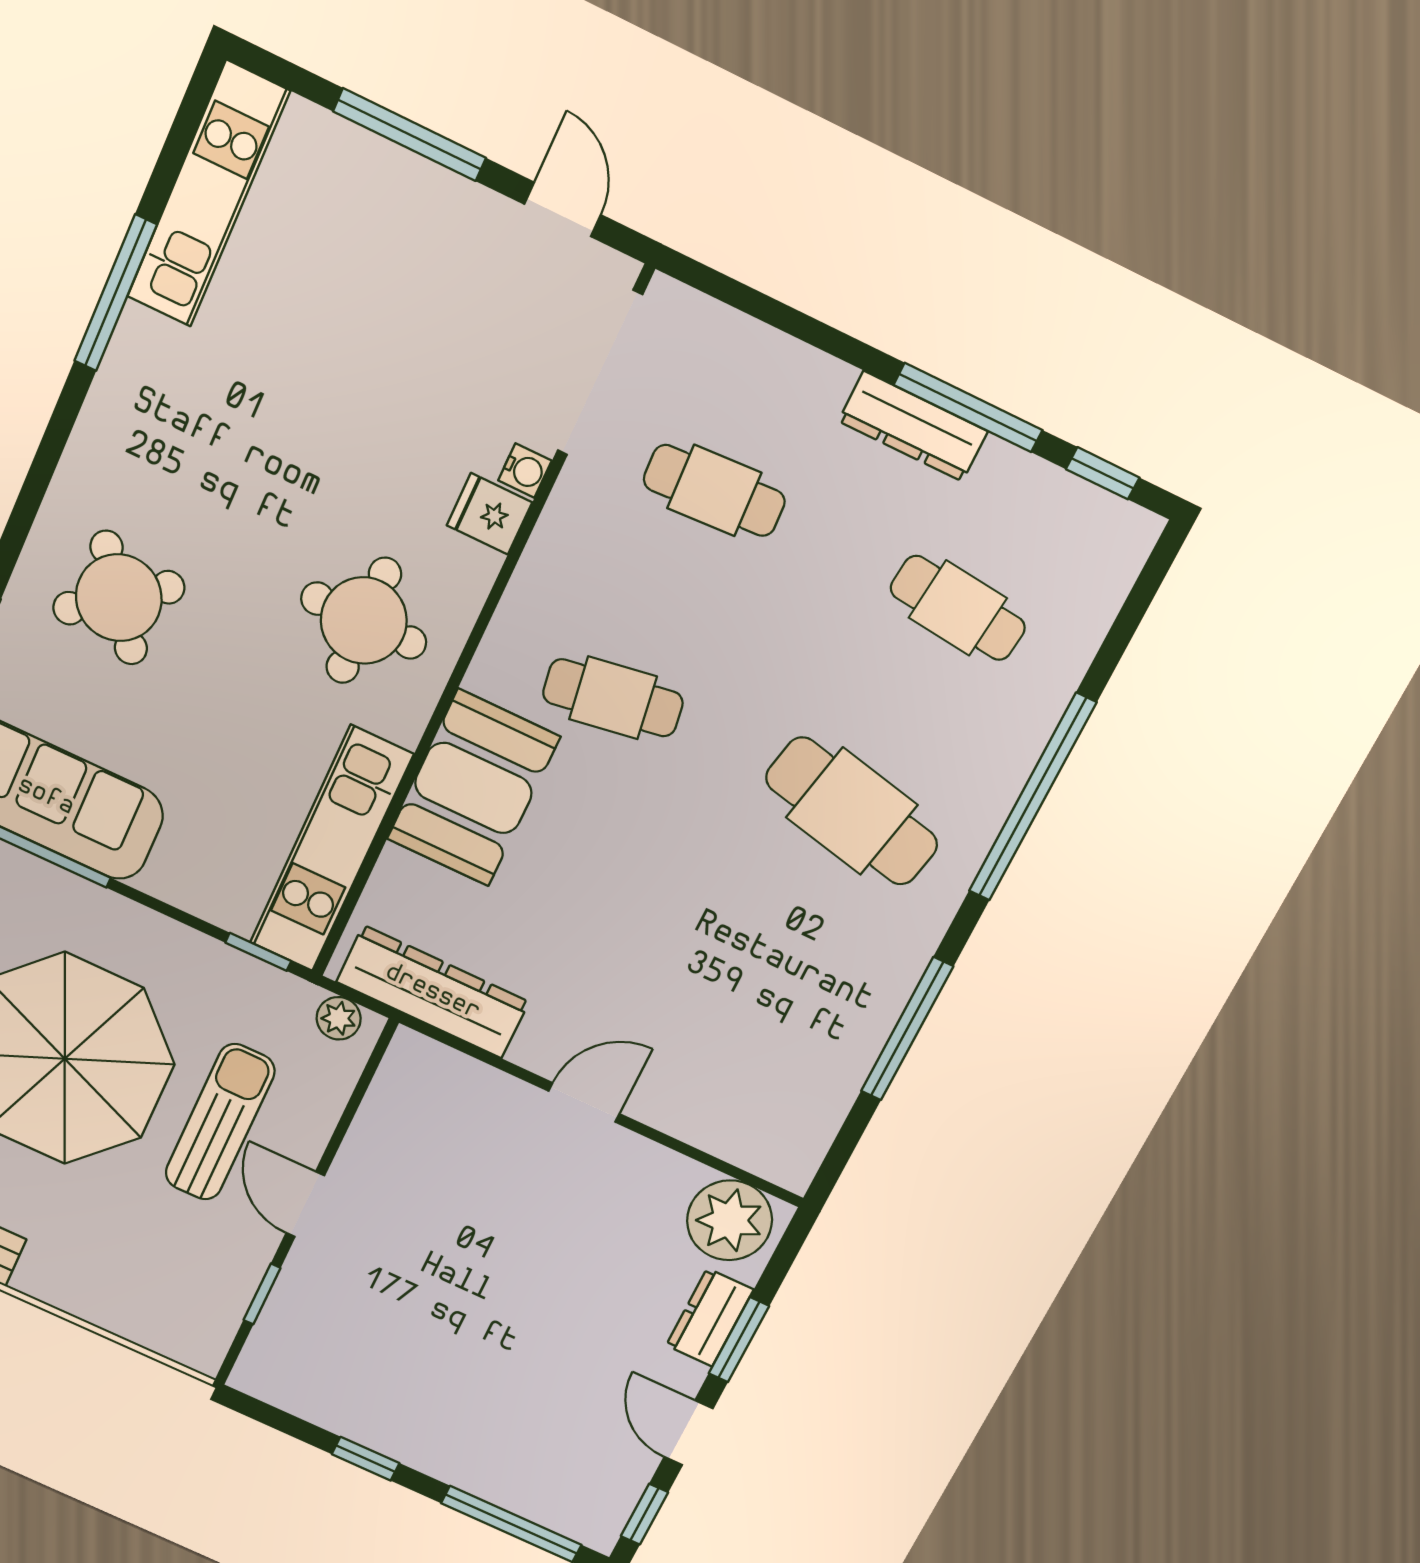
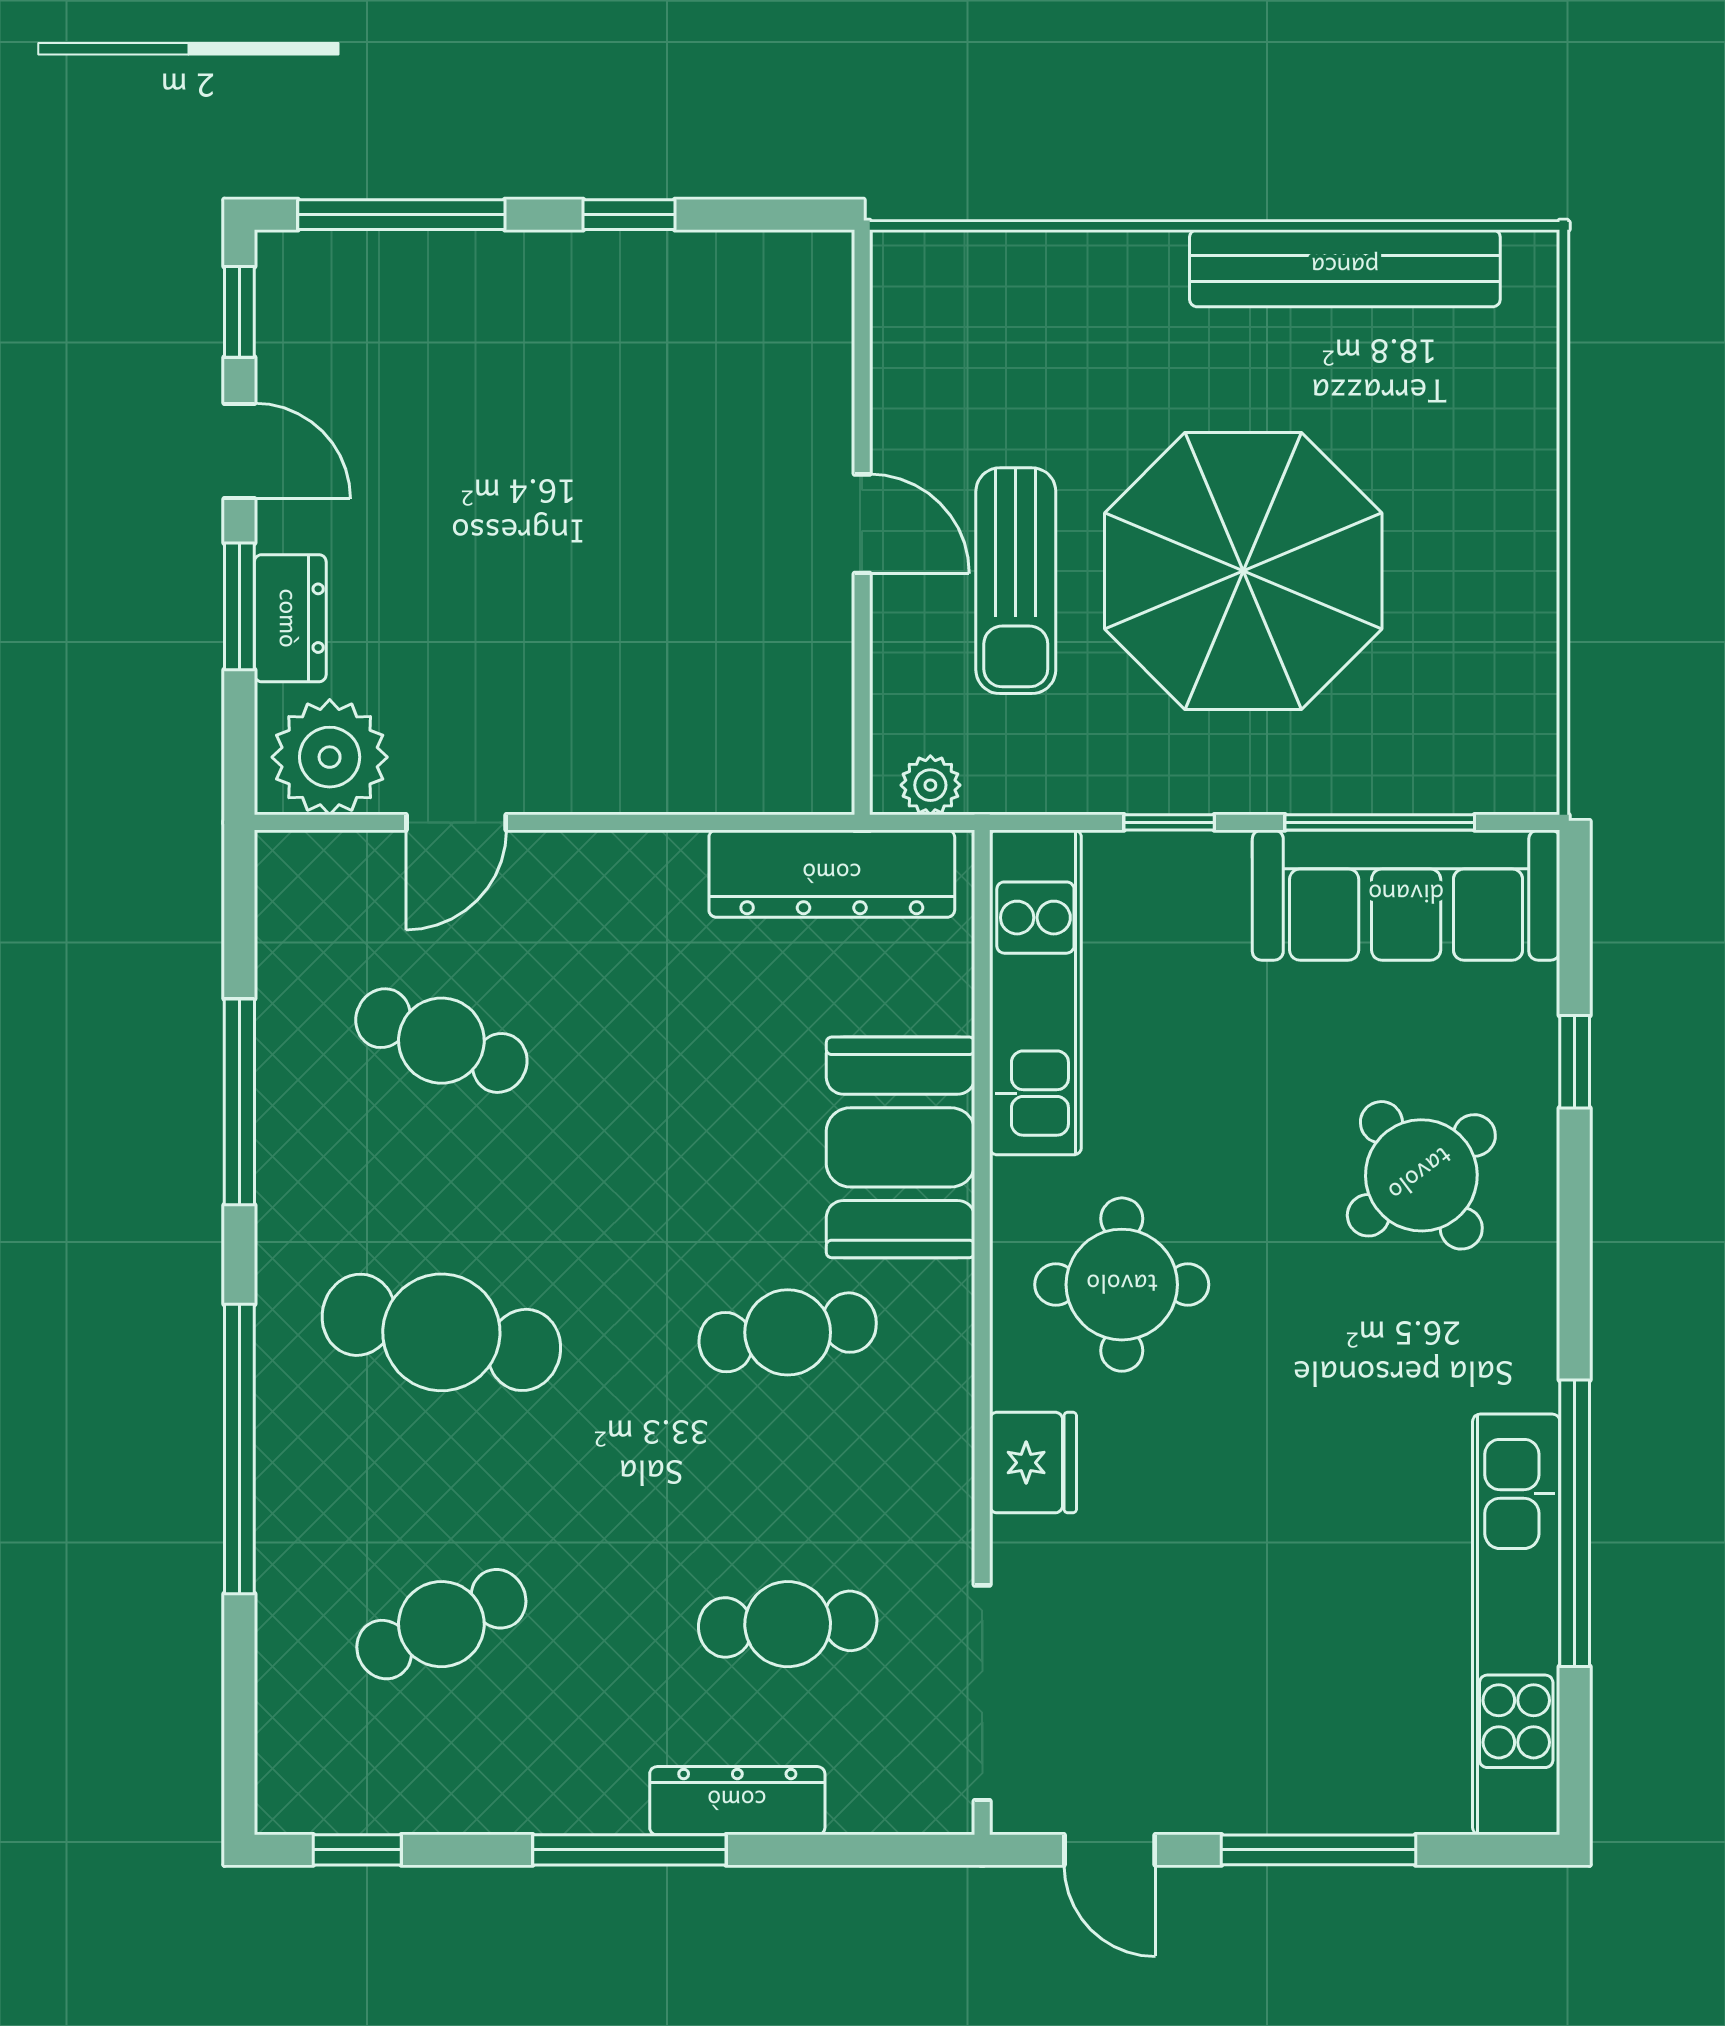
kitchen unit: (208, 195) -> (1516, 1624), width x1.36
window: (115, 293) -> (1575, 1523), width x1.46
window: (968, 408) -> (629, 1850), moved
dresser: (913, 426) -> (737, 1801), moved
water cooler: (525, 471) -> (1015, 1545), removed
fridge: (489, 514) -> (1033, 1463), width x1.38
cafe table: (958, 608) -> (441, 1624), turned -30
window: (258, 952) -> (1169, 822), moved
cafe table: (750, 1006) -> (441, 1041), added
door: (584, 1102) -> (456, 822), moved
window: (262, 1294) -> (862, 377), removed

